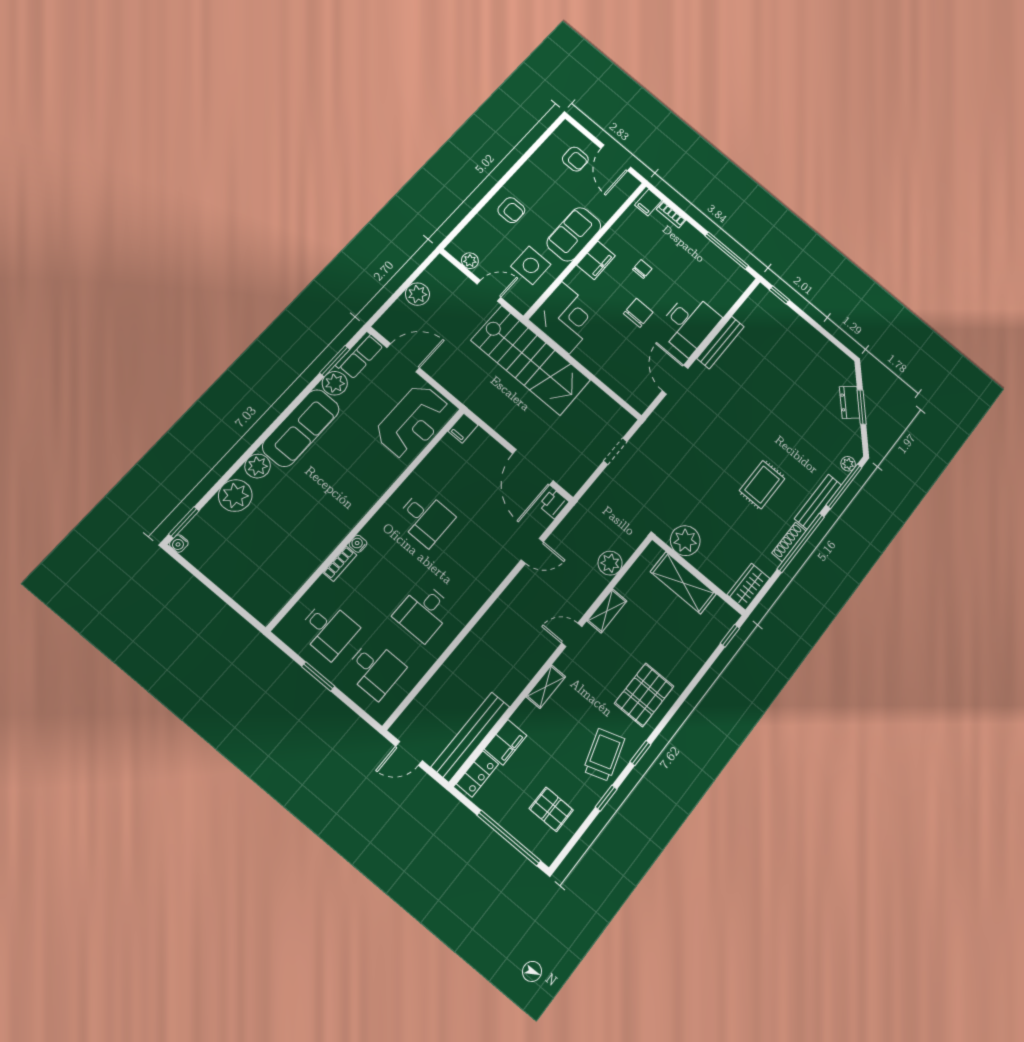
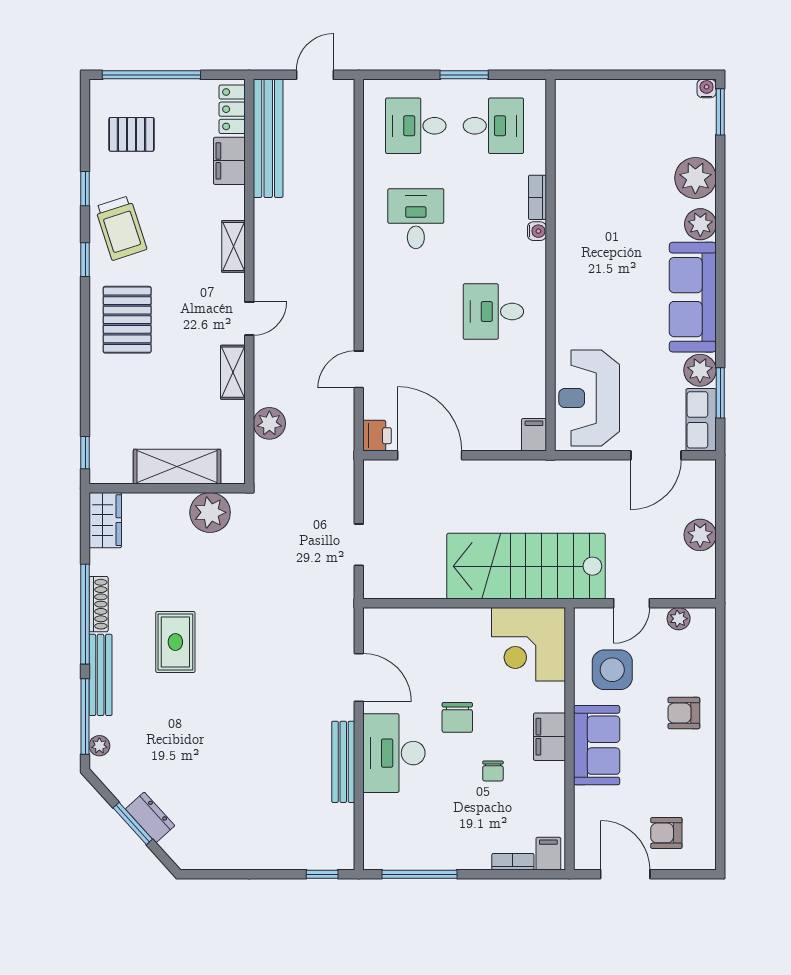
desk: (328, 630) -> (493, 126), turned 180

